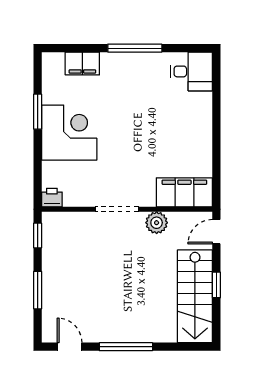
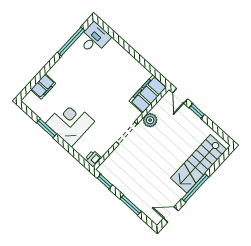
window: (135, 48) -> (71, 41), moved
window: (216, 285) -> (197, 111), moved
stairs: (195, 296) -> (199, 164), moved, turned 90

